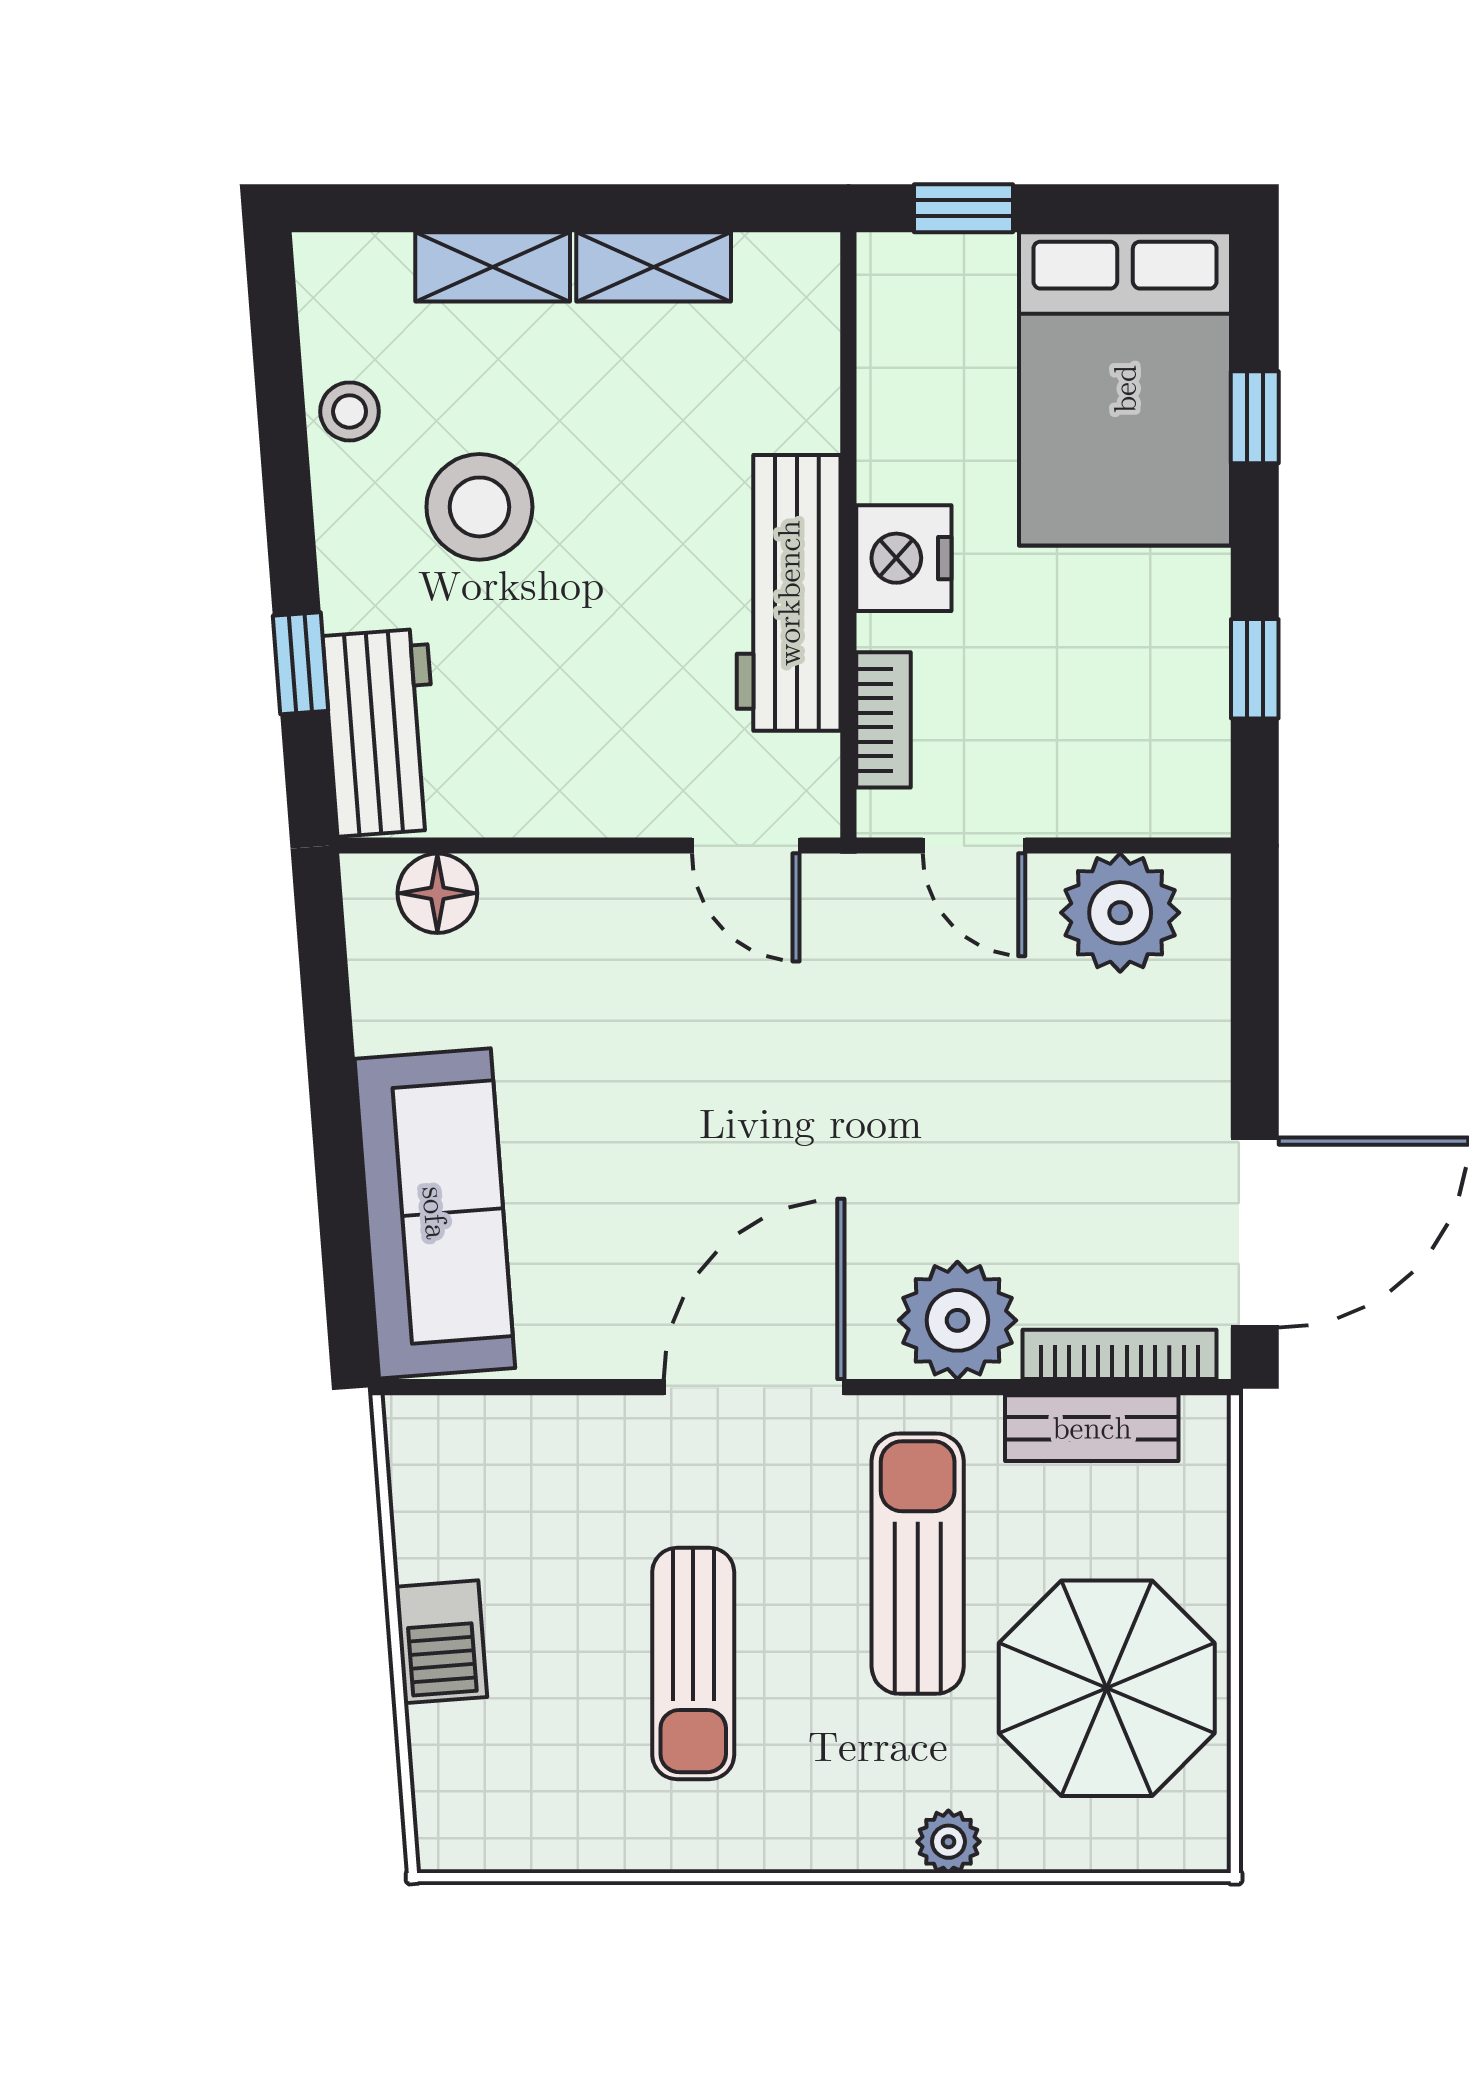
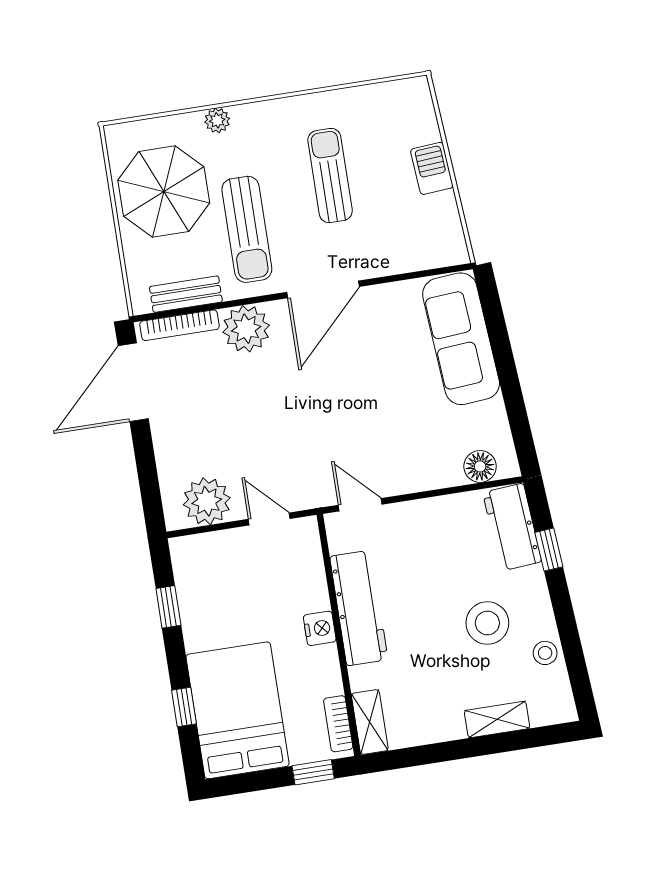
shelving: (654, 267) -> (370, 722), moved, turned 90
nightstand: (904, 558) -> (320, 628), width x0.74, depth x0.75
bookcase: (884, 720) -> (338, 724), moved

